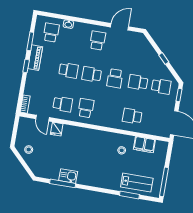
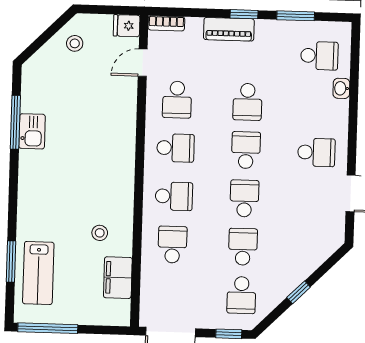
piano: (35, 58) -> (229, 29), moved
school desk: (115, 78) -> (244, 198), turned 90
school desk: (109, 112) -> (174, 196), added
fridge: (57, 129) -> (127, 26), moved

